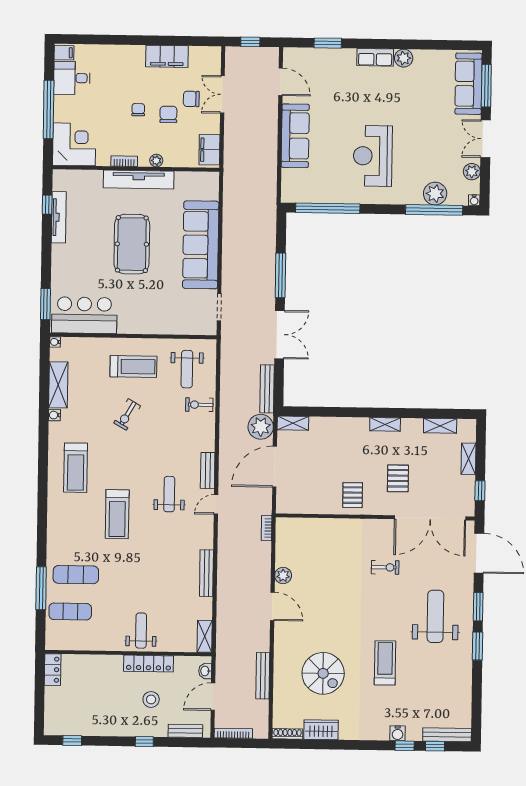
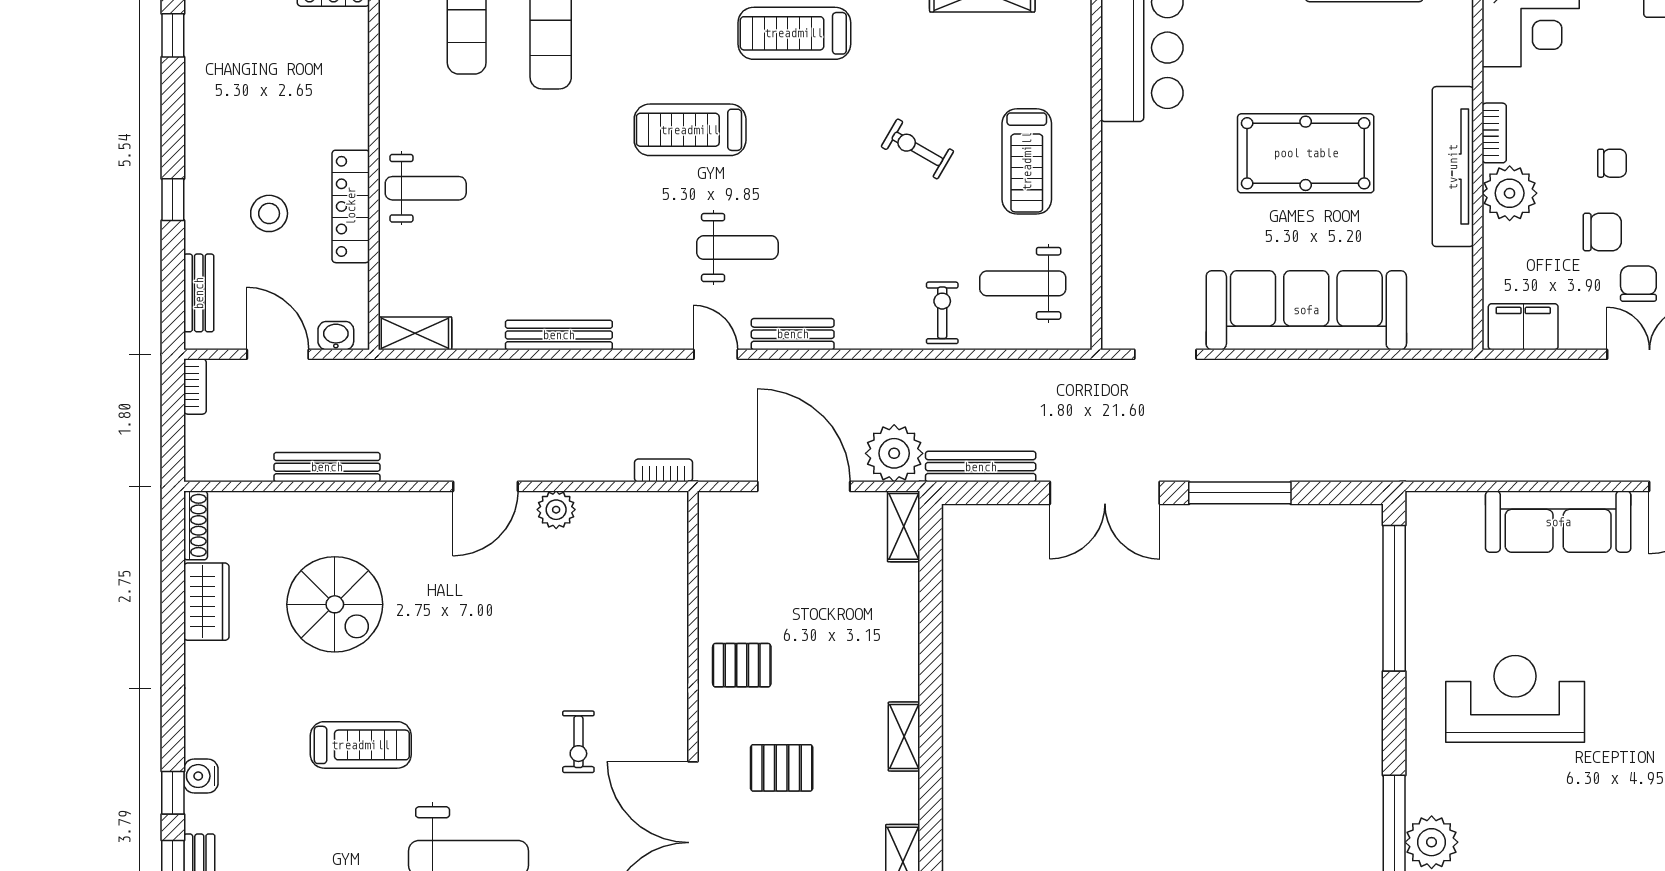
plant: (156, 161) -> (1510, 193), width x1.87, depth x1.87
spiral stairs: (323, 673) -> (335, 604), turned -90
bookcase: (233, 733) -> (195, 386), width x0.64

